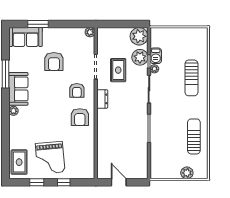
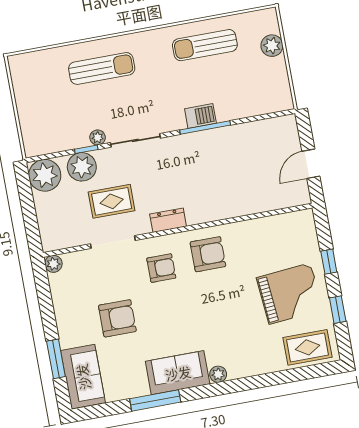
barbecue: (156, 56) -> (200, 116), moved

